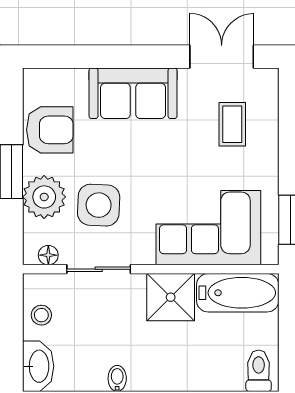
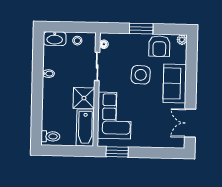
double door: (222, 57) -> (190, 123), swing flipped
coffee table: (232, 124) -> (160, 127), removed
plant: (44, 197) -> (182, 40), moved, width x0.53, depth x0.53
side table: (99, 205) -> (141, 75), moved

